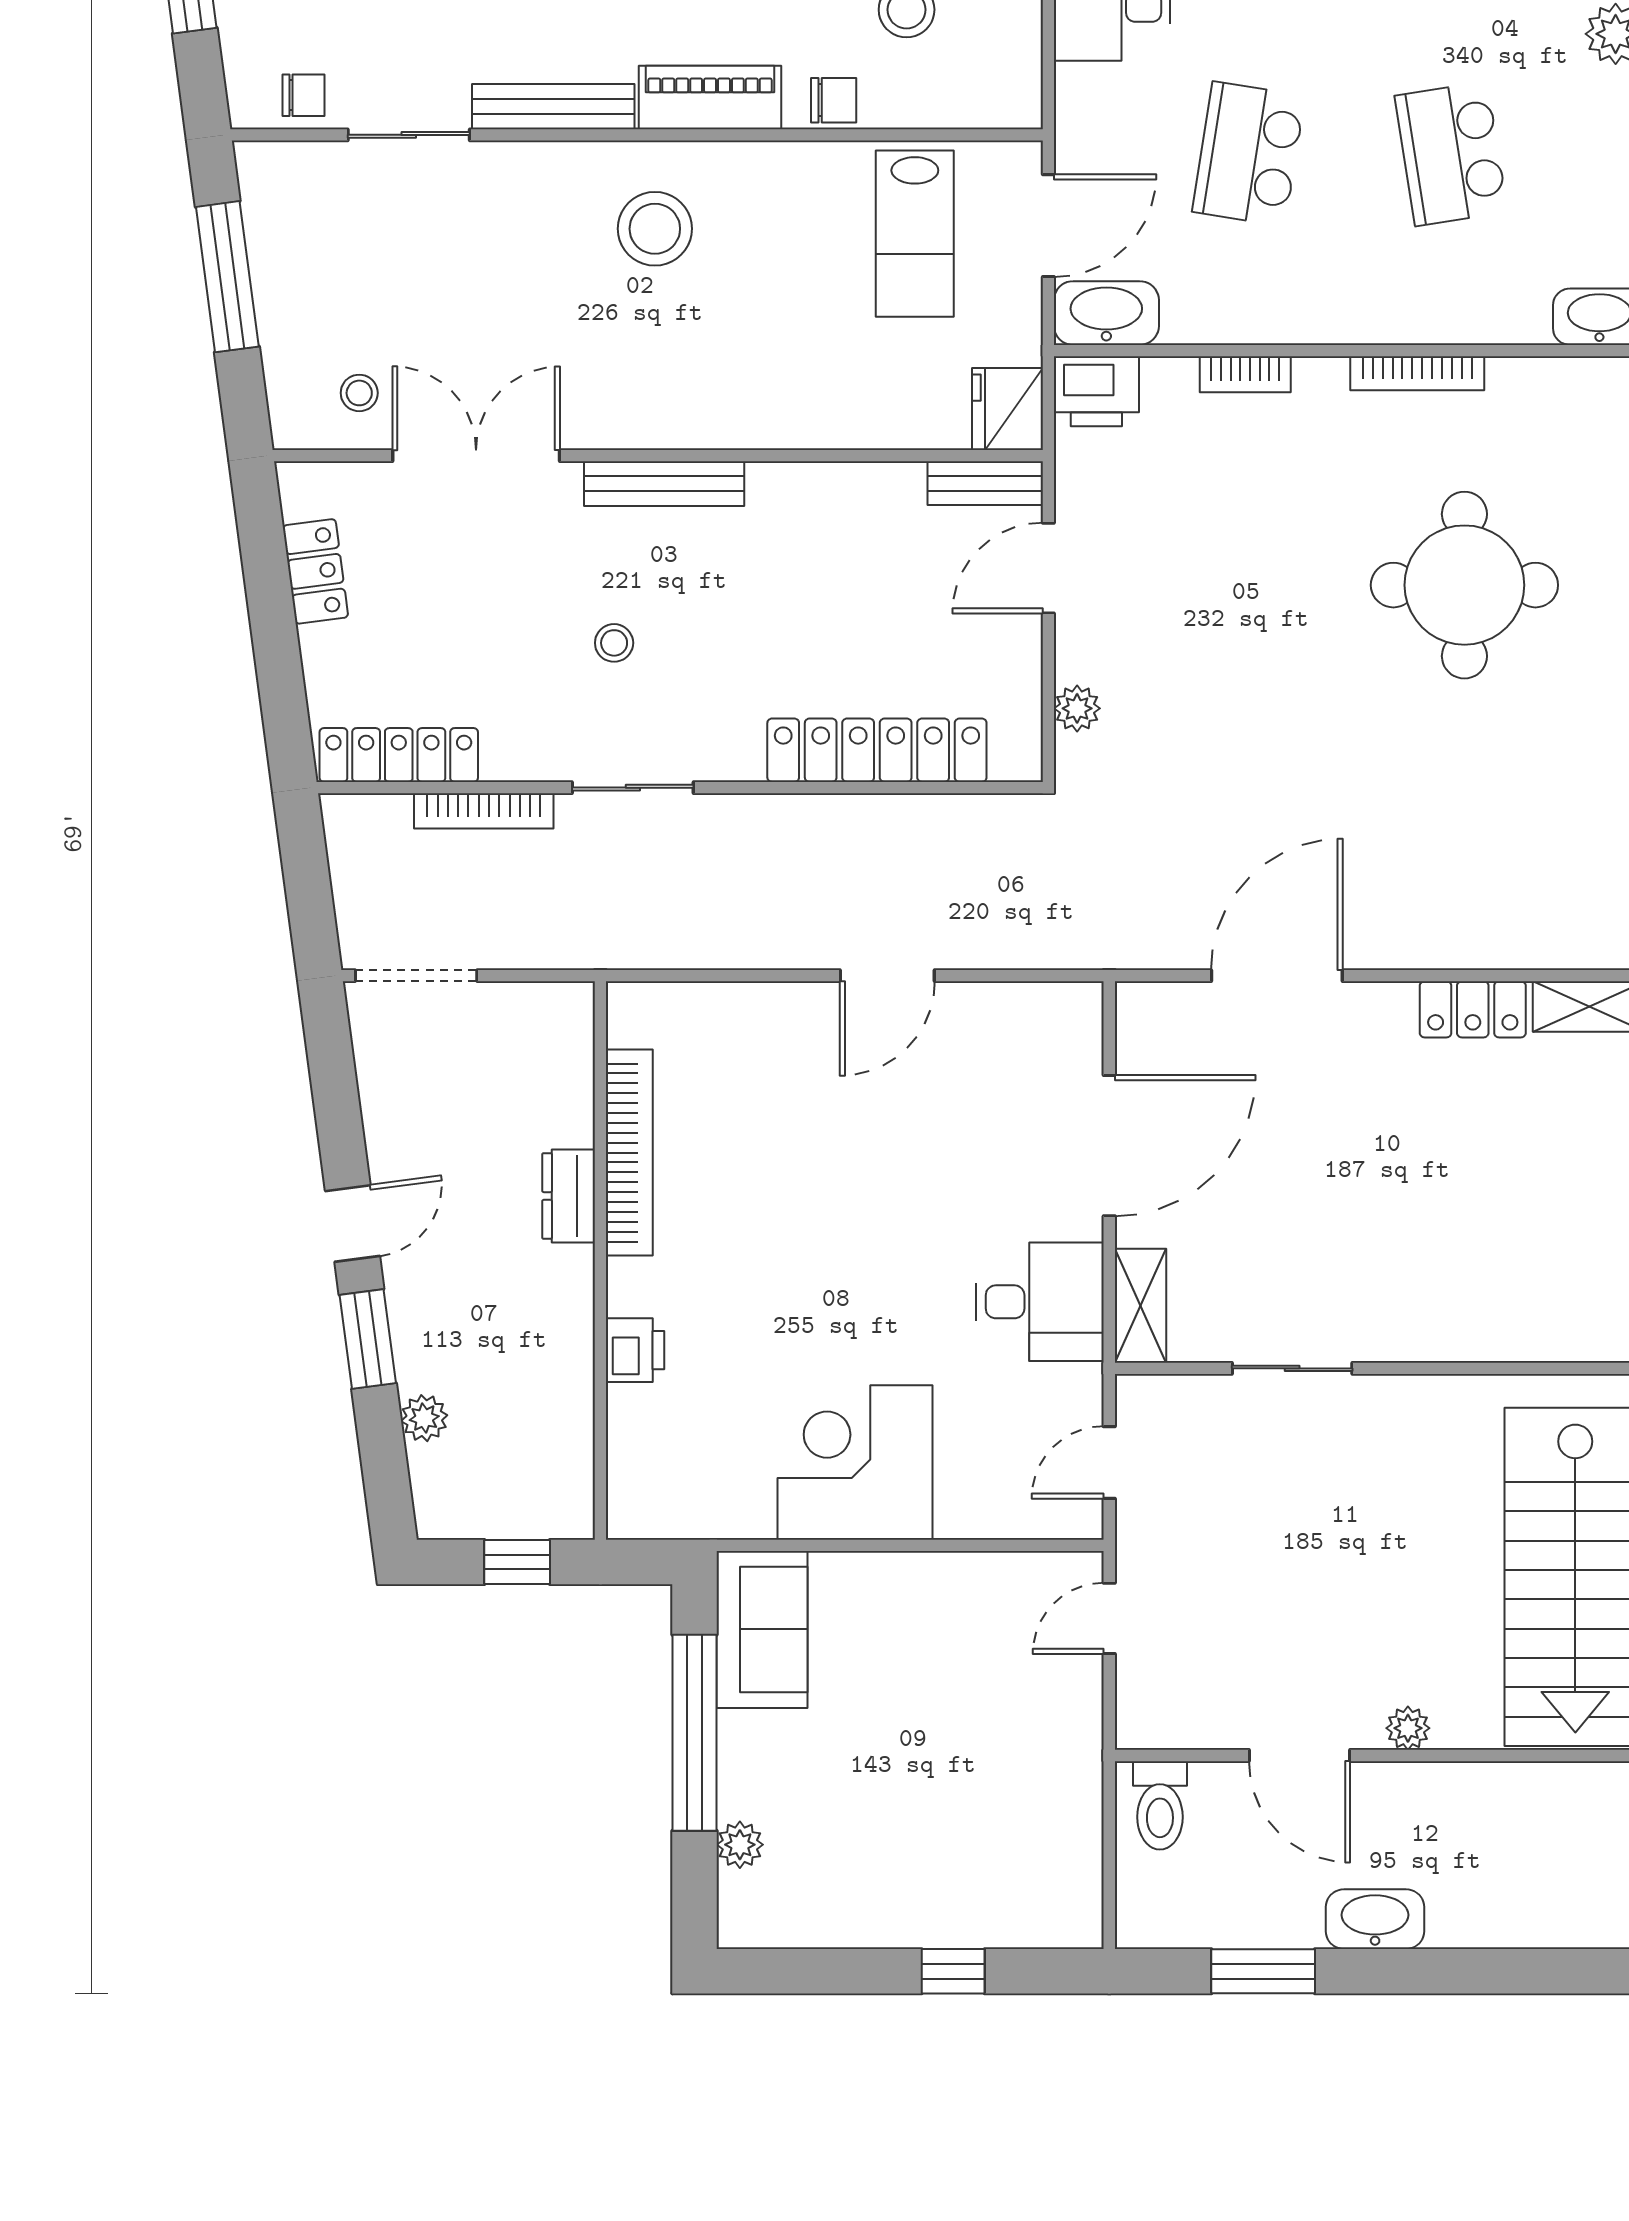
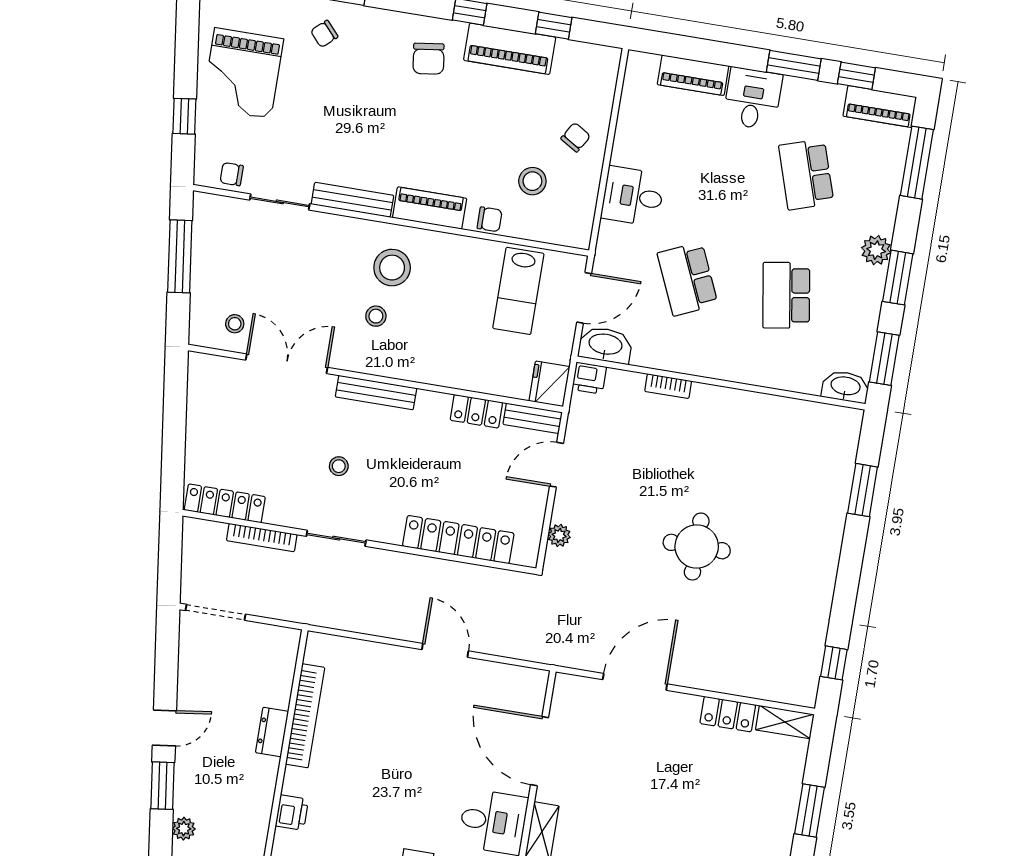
chair: (304, 95) -> (232, 174), turned 180
school desk: (1249, 154) -> (688, 279), turned -33
stool: (639, 331) -> (376, 316), added
bookcase: (1417, 373) -> (752, 399), removed
printer: (1096, 391) -> (589, 378), width x0.73, depth x0.81
locker: (315, 571) -> (476, 411), moved, turned 98
round table: (1464, 585) -> (697, 547), moved, width x0.73, depth x0.73
door: (887, 976) -> (445, 650), swing flipped
door: (1109, 1146) -> (540, 751), swing flipped

